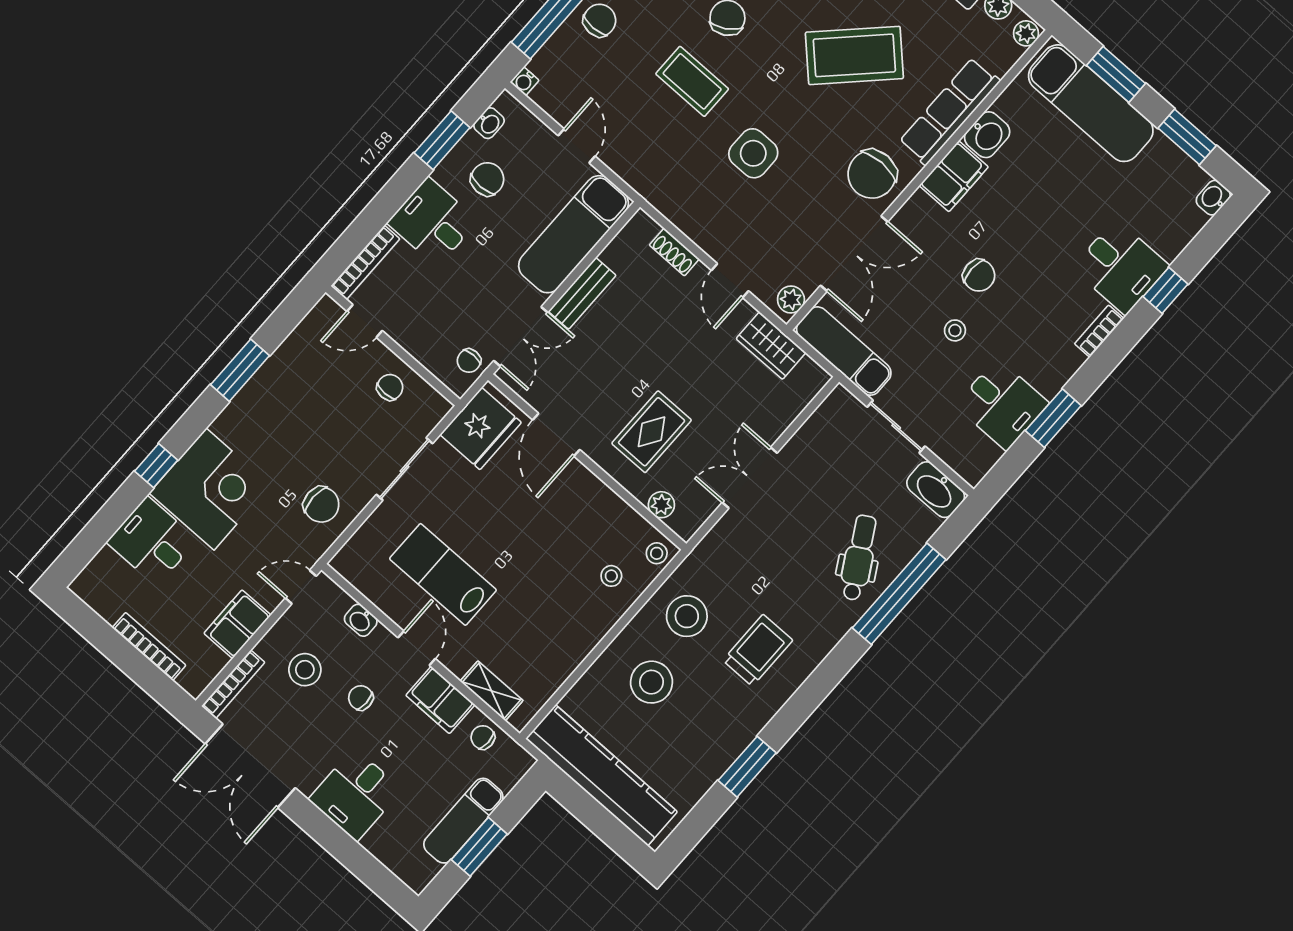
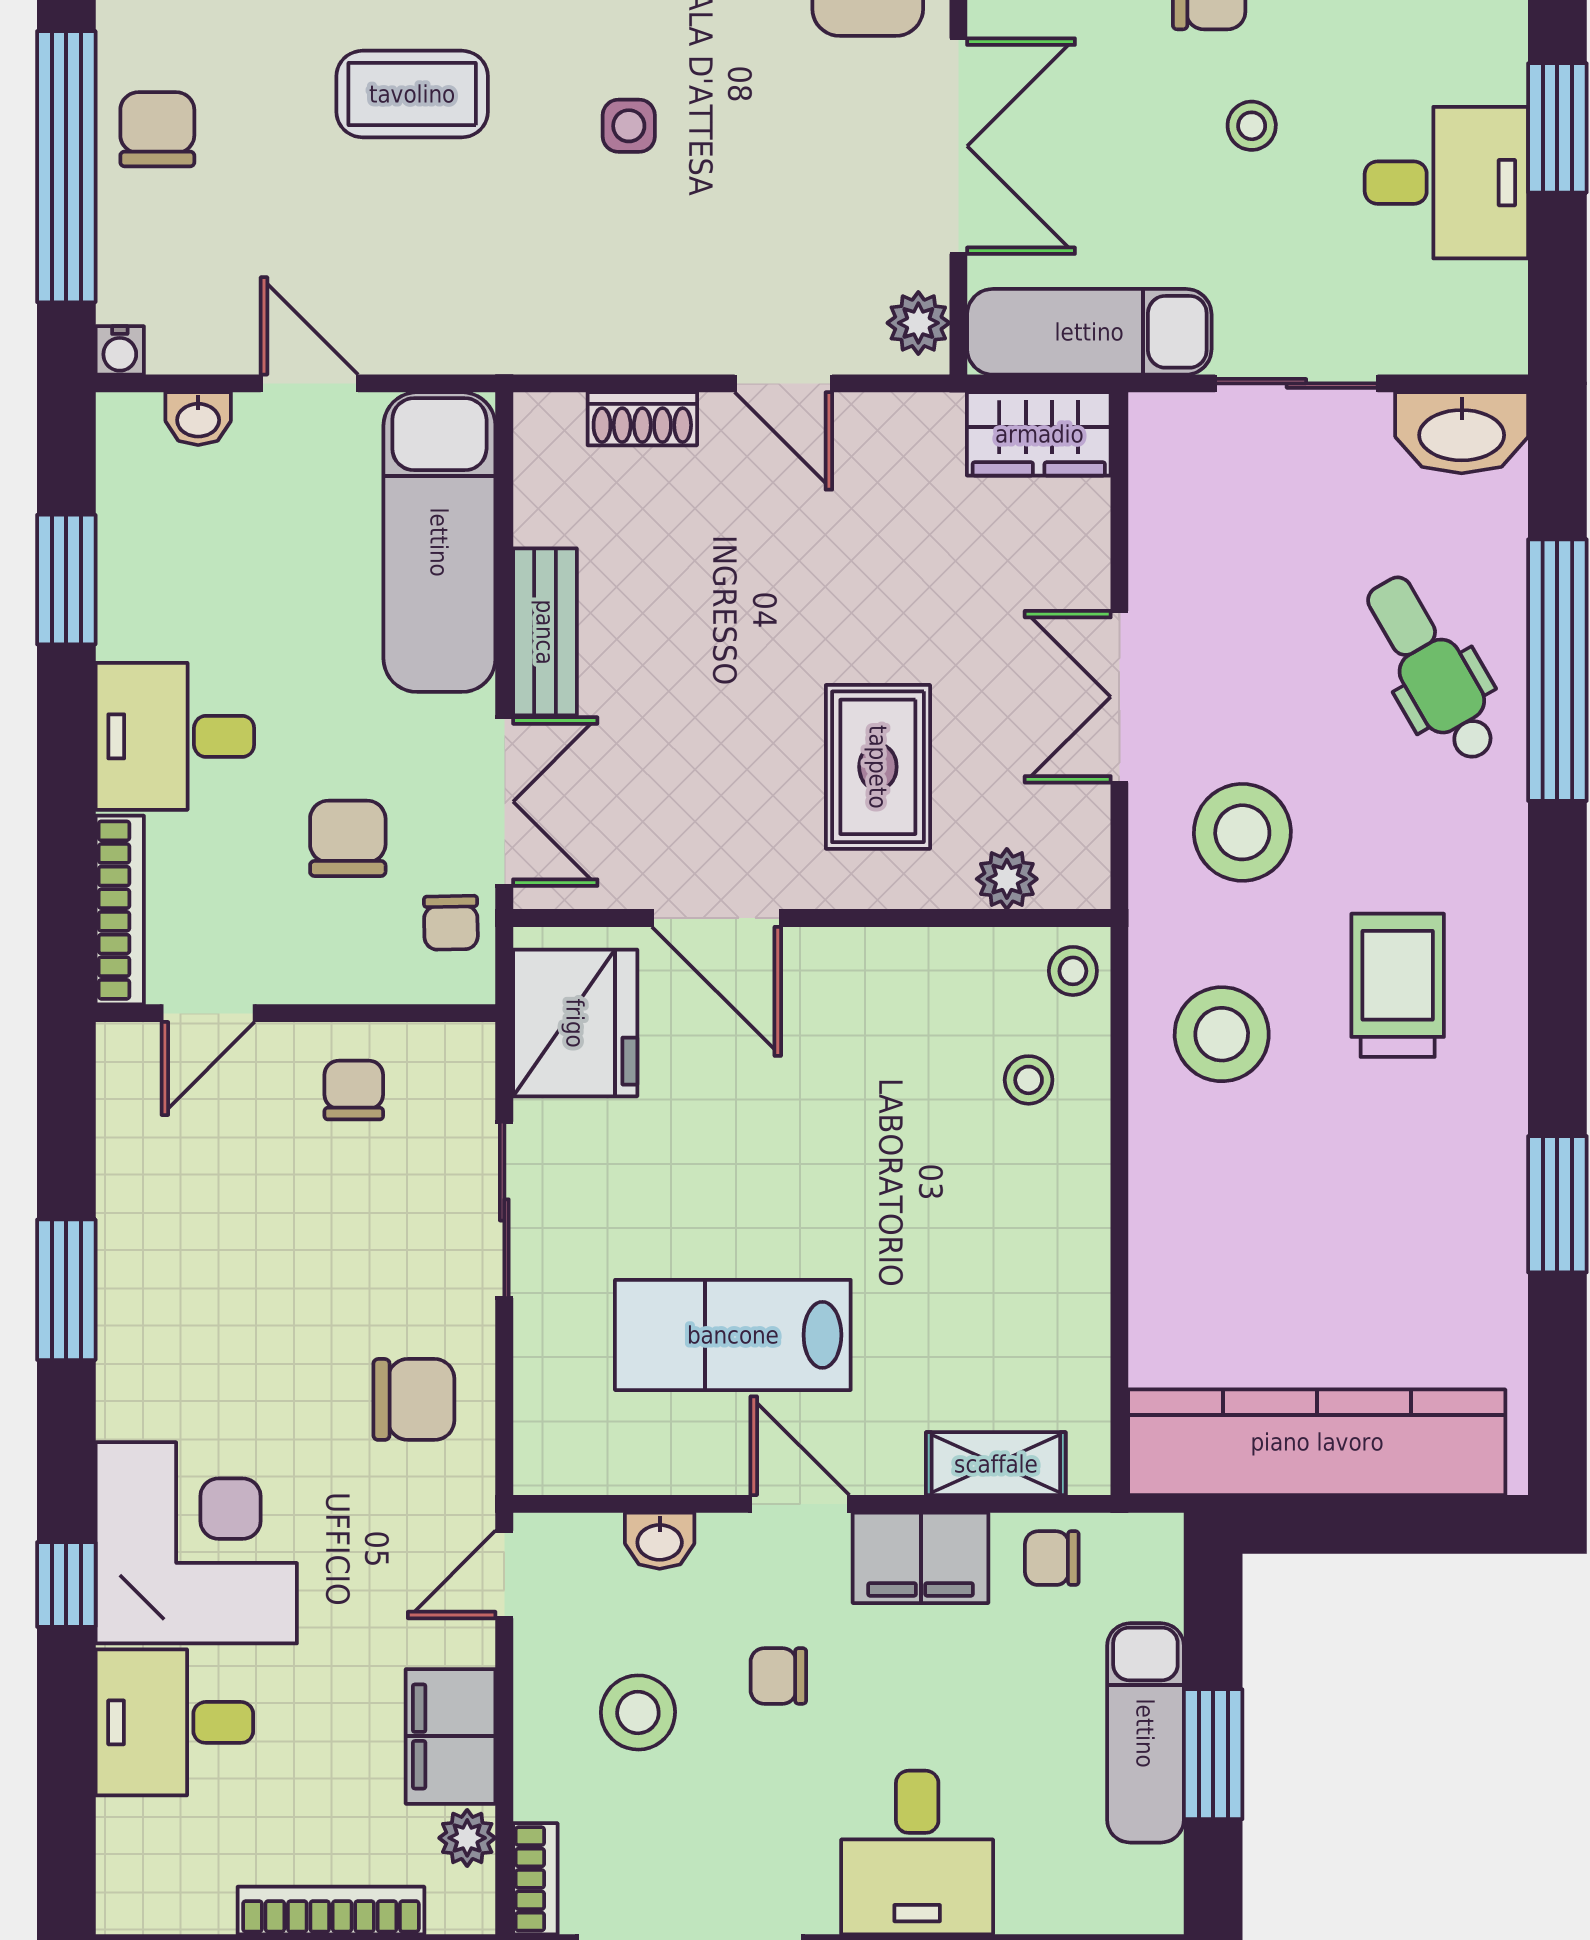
washbasin: (489, 123) -> (198, 419), moved, turned 90
side table: (753, 153) -> (629, 126), width x0.54, depth x0.54
chair: (487, 179) -> (348, 838), moved
wardrobe: (771, 346) -> (1039, 434), moved
plant: (214, 662) -> (467, 1838), added
stool: (651, 682) -> (1242, 832), moved
bookcase: (233, 684) -> (535, 1879), width x0.64

